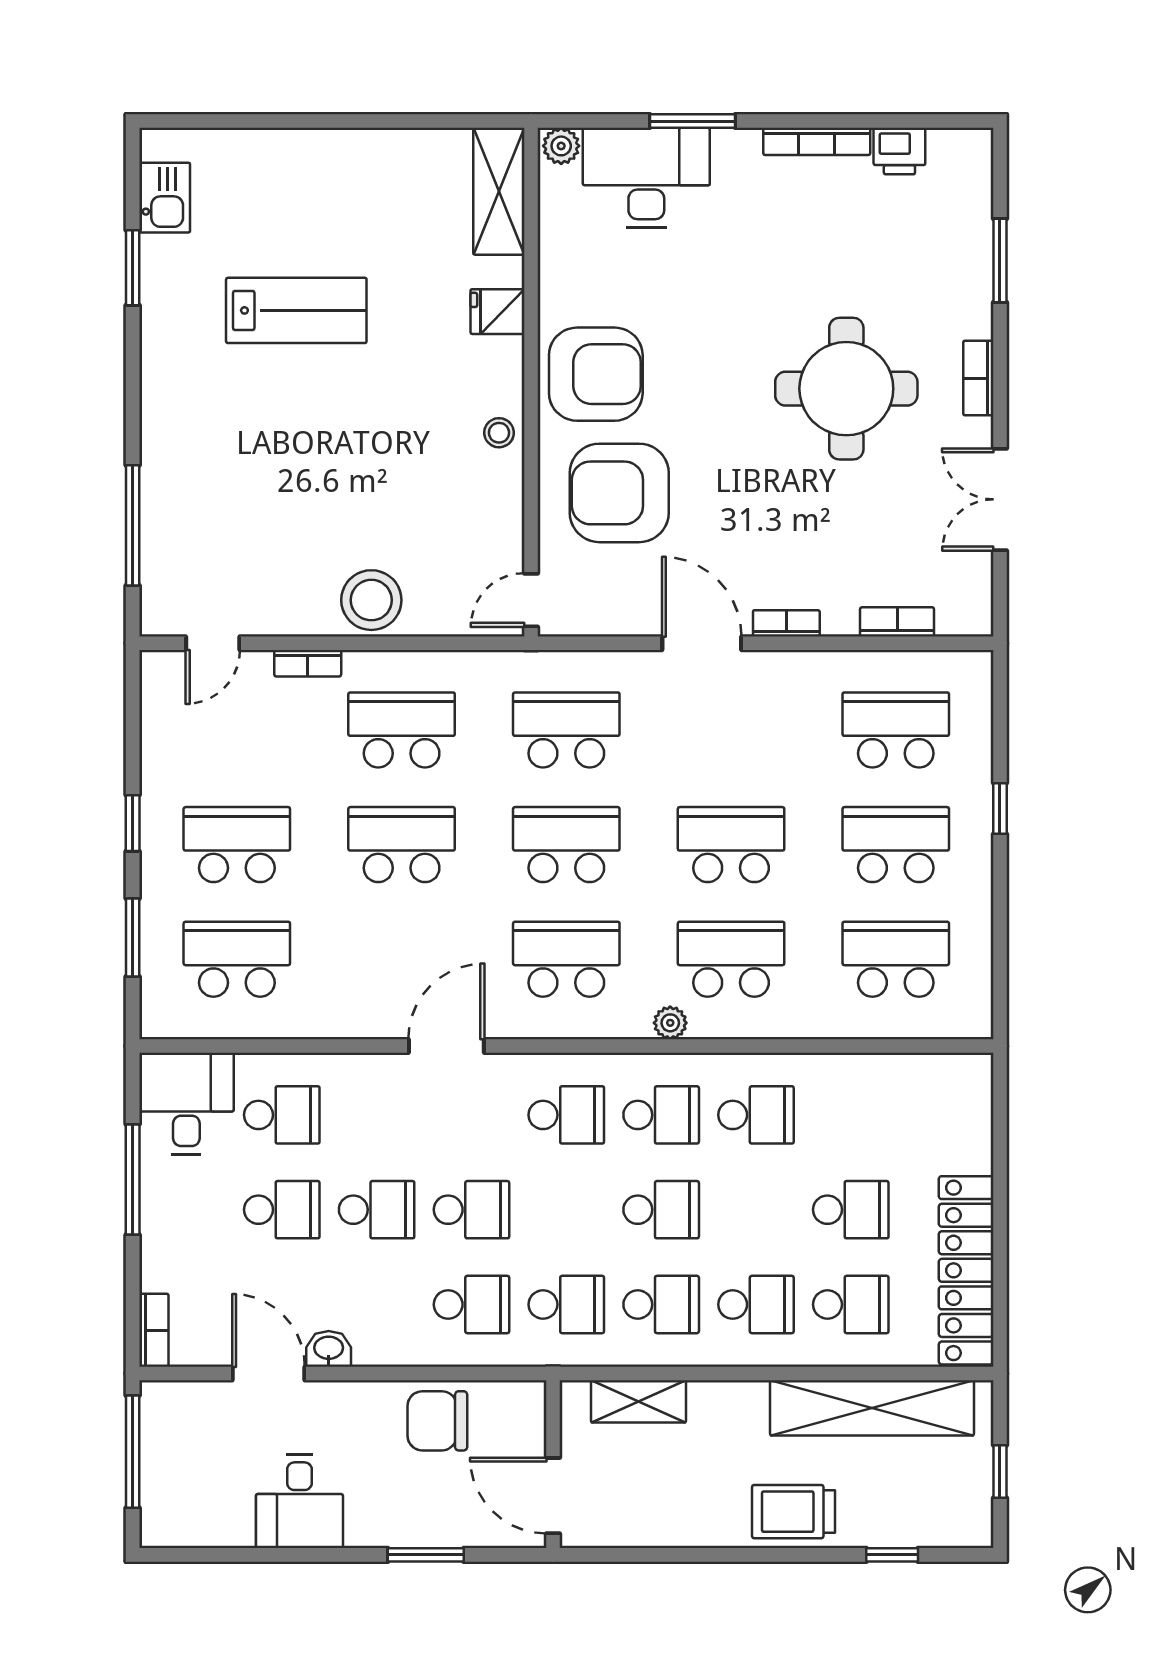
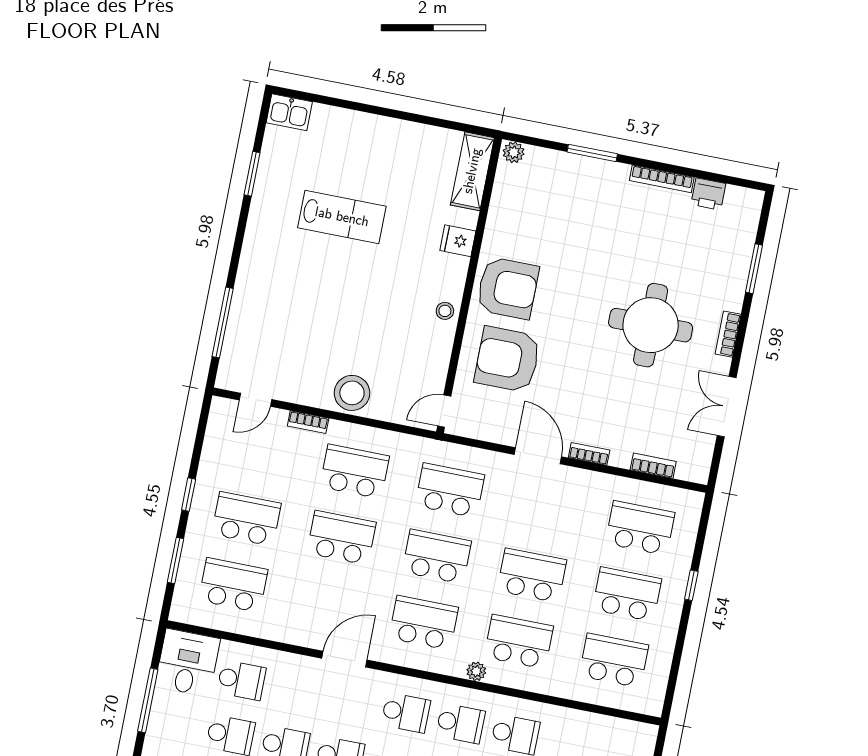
desk: (646, 177) -> (559, 180), removed
kitchen sink: (165, 198) -> (289, 112), moved, turned 90

